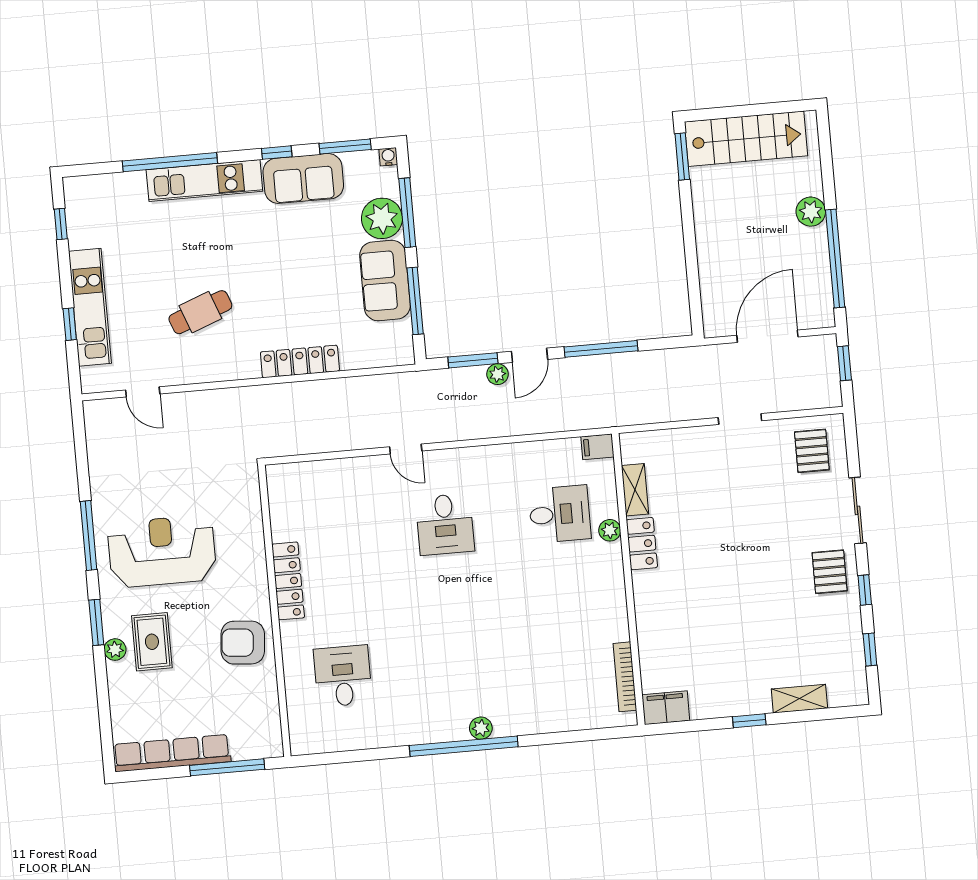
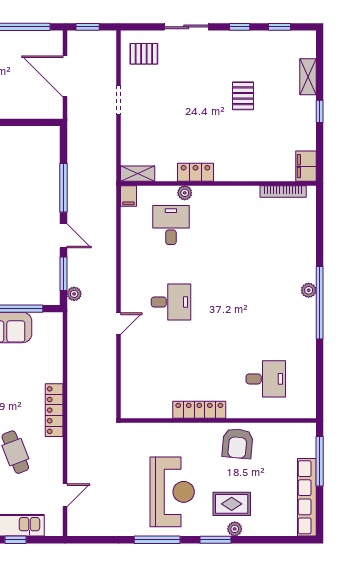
locker: (300, 361) -> (54, 410), moved
plant: (498, 374) -> (74, 294), moved
shelving: (635, 490) -> (138, 174), moved
reception desk: (162, 551) -> (172, 492), turned 180
pallet: (830, 572) -> (243, 96), moved, turned 90
desk: (343, 676) -> (266, 379), turned 180

